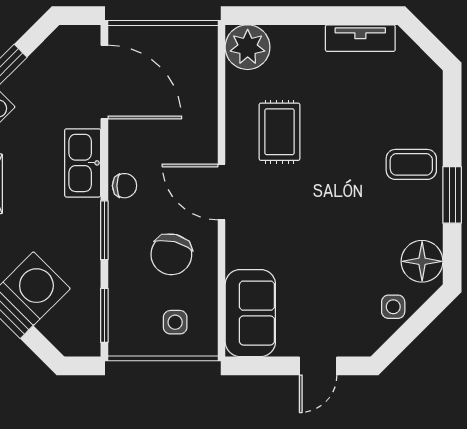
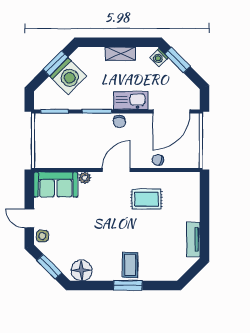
plant: (248, 47) -> (85, 178), moved, width x0.53, depth x0.53
window: (452, 195) -> (128, 285), moved
chair: (171, 254) -> (158, 160), moved, width x0.54, depth x0.54
side table: (393, 307) -> (42, 236), moved
side table: (175, 322) -> (51, 147), removed
window: (414, 326) -> (49, 267), added

